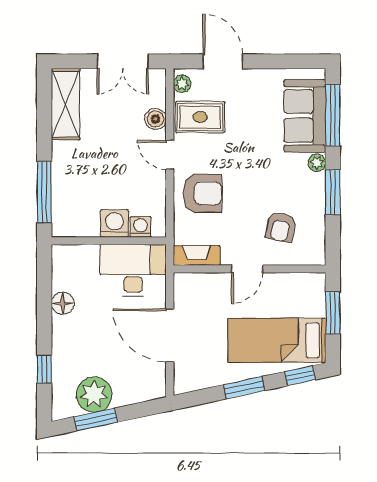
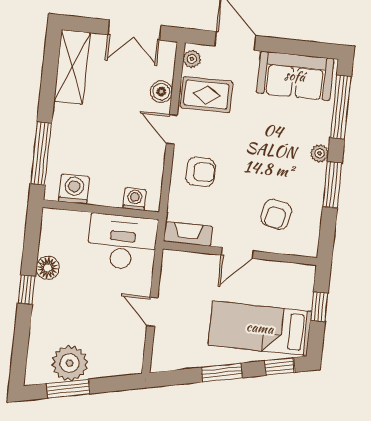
sofa: (305, 116) -> (295, 76), moved, turned -90
armchair: (202, 193) -> (201, 172), width x0.72, depth x0.72
washing machine: (114, 223) -> (74, 189), moved
window: (333, 313) -> (319, 307), width x0.67
door: (170, 335) -> (152, 312), width x0.53
window: (44, 369) -> (27, 290), moved

